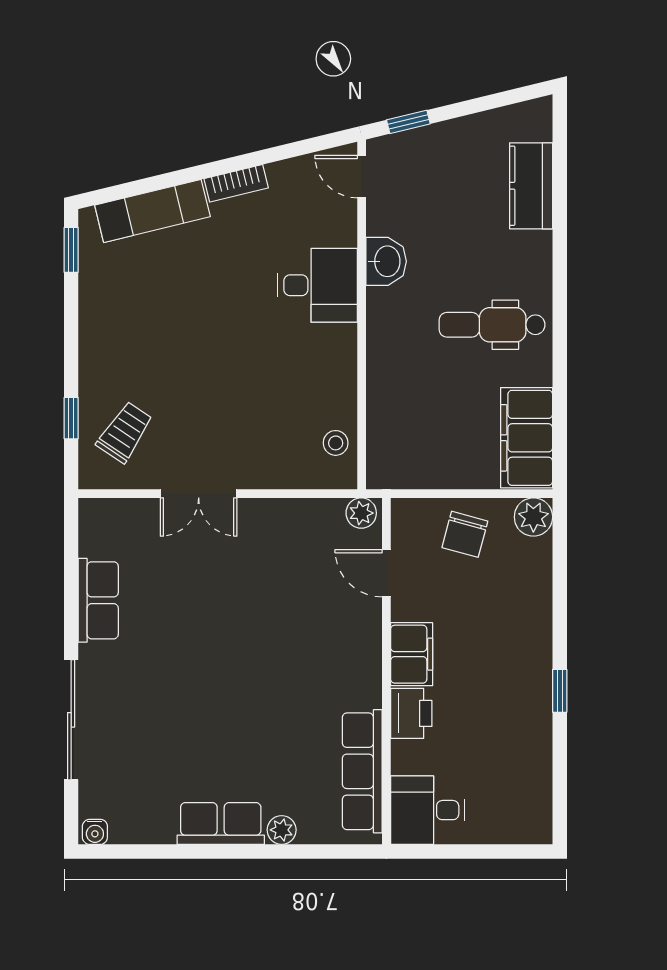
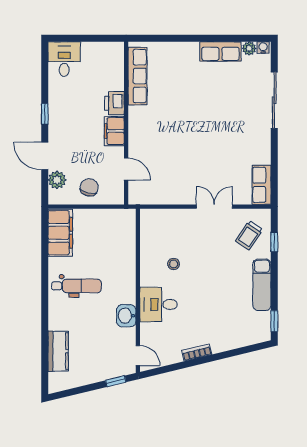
exam couch: (152, 211) -> (262, 285), moved, turned -76
stool: (336, 443) -> (174, 264), moved
plant: (361, 513) -> (138, 197), removed
plant: (533, 517) -> (57, 180), moved
row of seats: (98, 600) -> (262, 185), moved
door: (560, 601) -> (45, 156), added
desk: (428, 810) -> (64, 59), moved, turned -90
row of seats: (221, 823) -> (220, 51), moved
plant: (282, 830) -> (249, 48), moved

